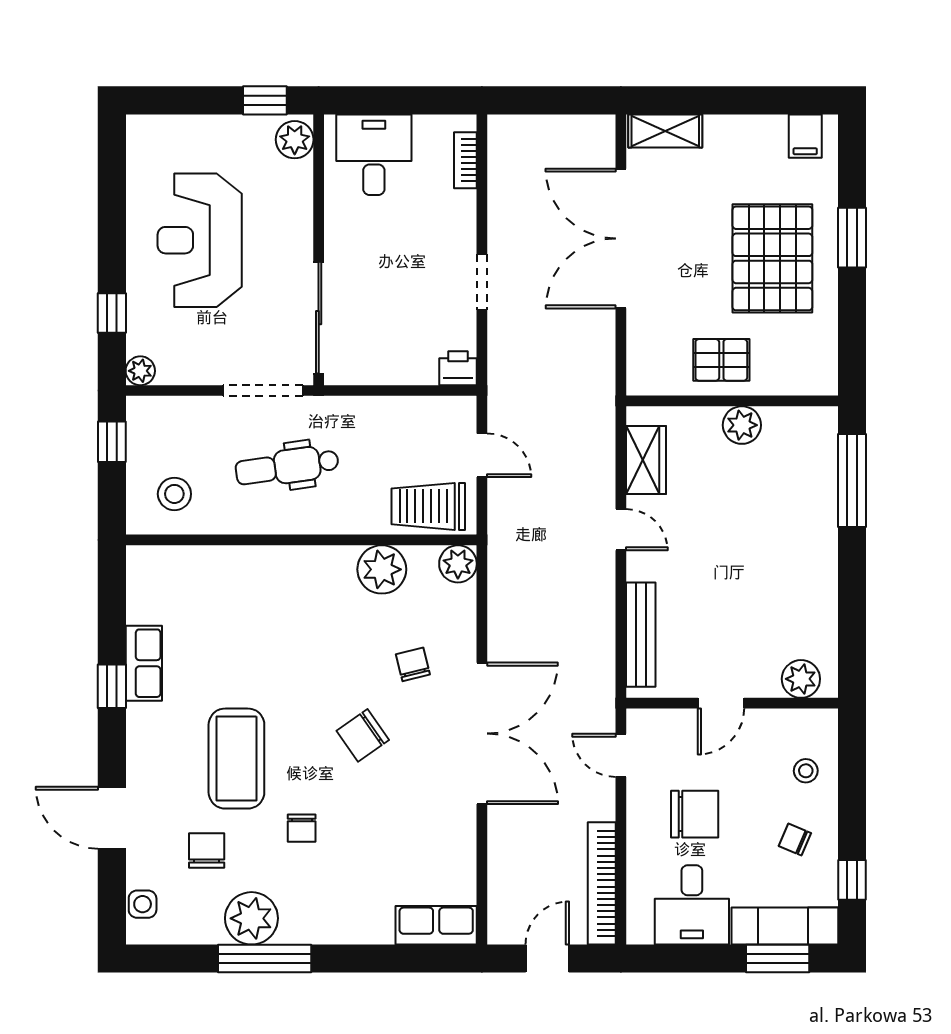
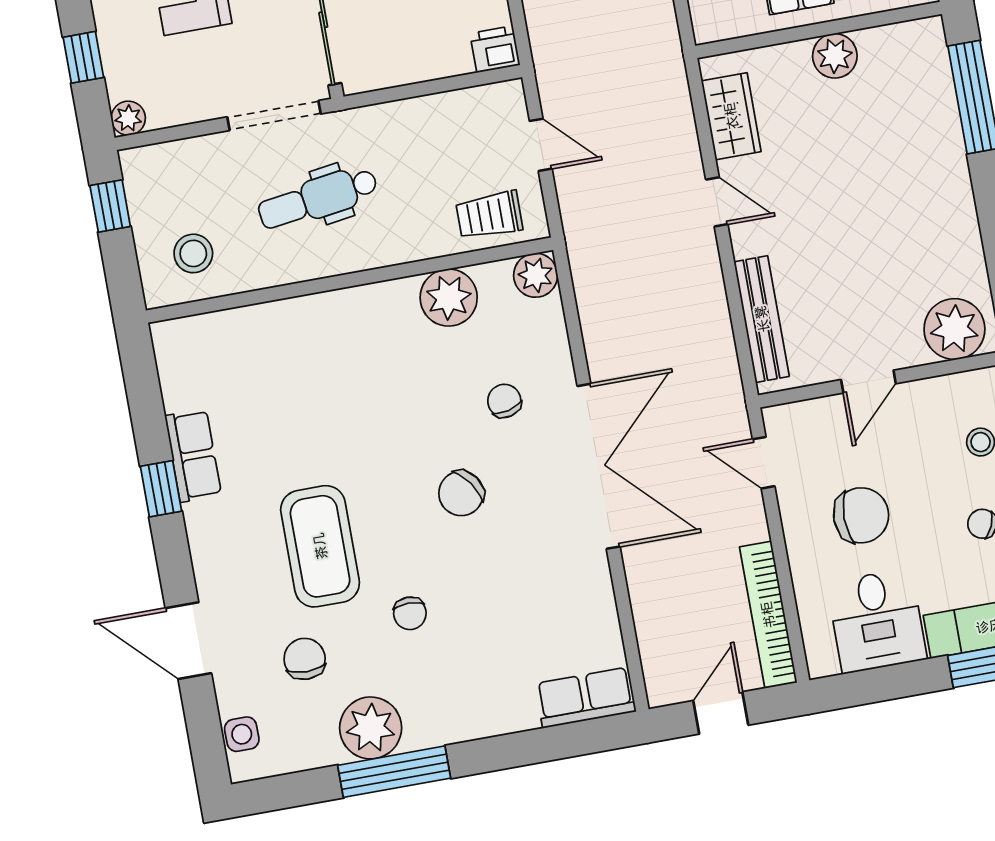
trolley: (428, 506) -> (489, 215), width x0.73, depth x0.72
plant: (801, 679) -> (954, 329), width x1.36, depth x1.36

